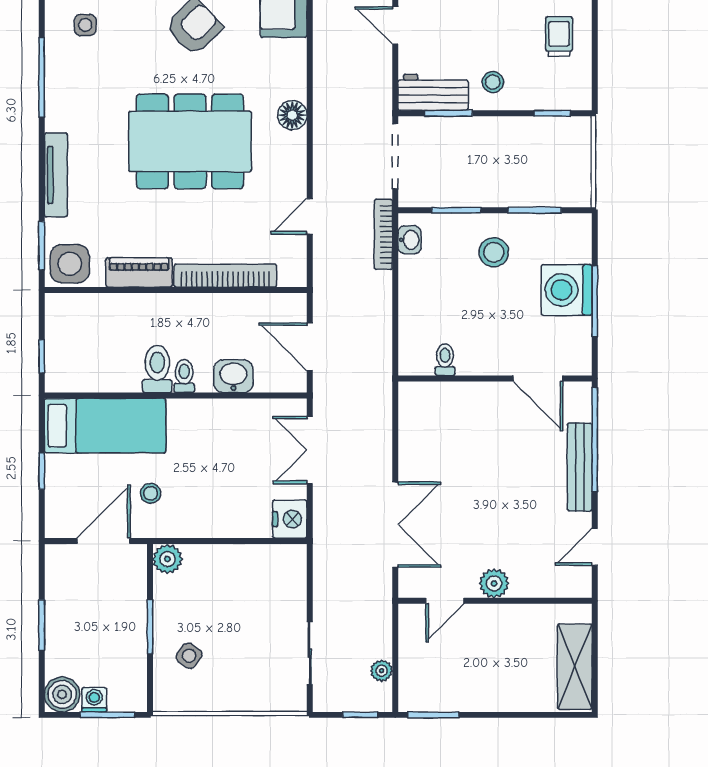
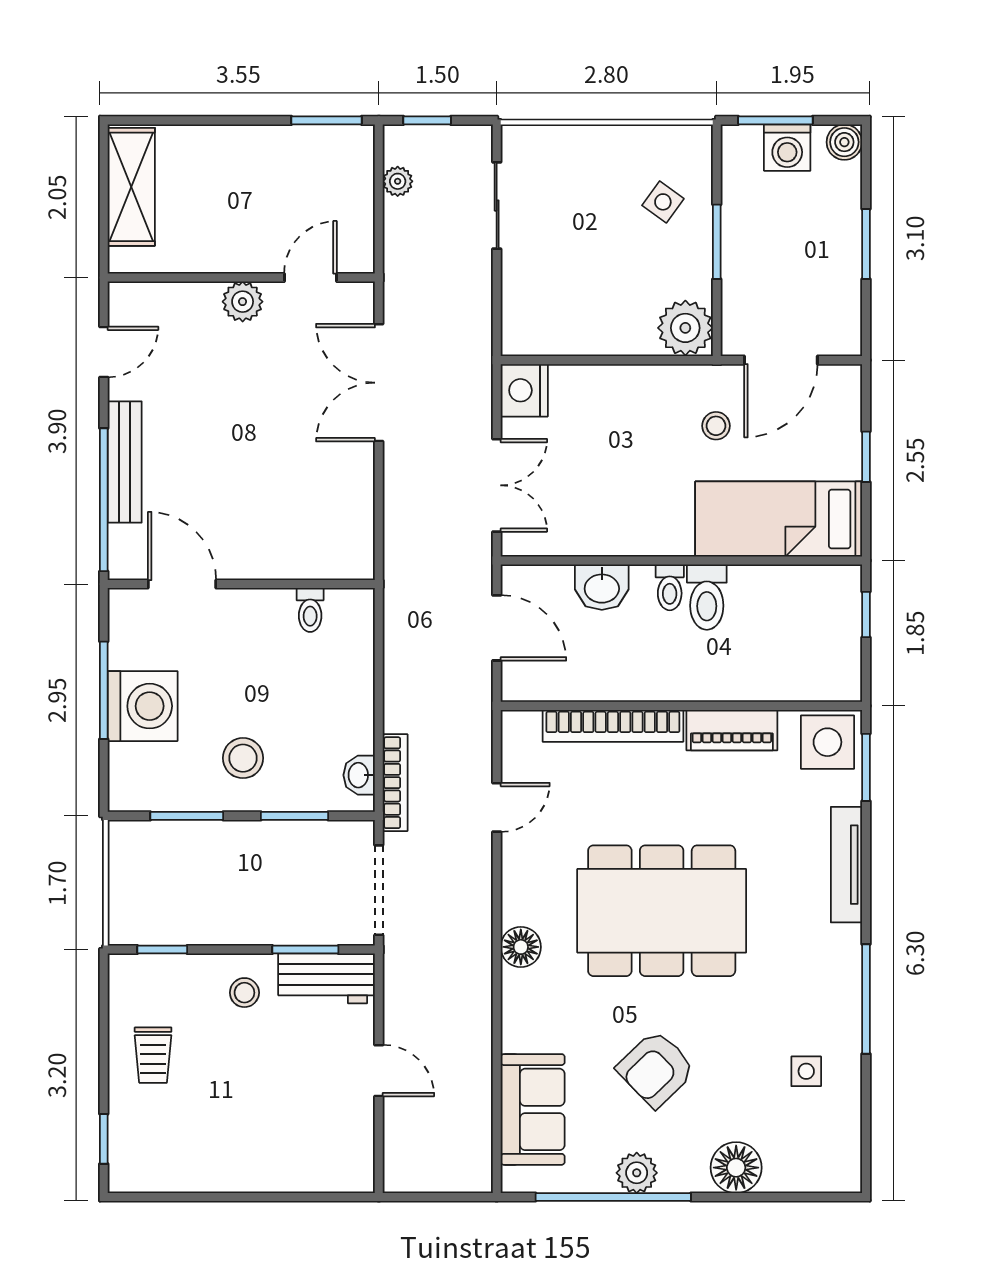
plant: (168, 559) -> (685, 328), width x1.36, depth x1.36
boiler: (62, 694) -> (844, 142), width x0.73, depth x0.73
washing machine: (94, 700) -> (787, 148), width x1.38, depth x1.38

